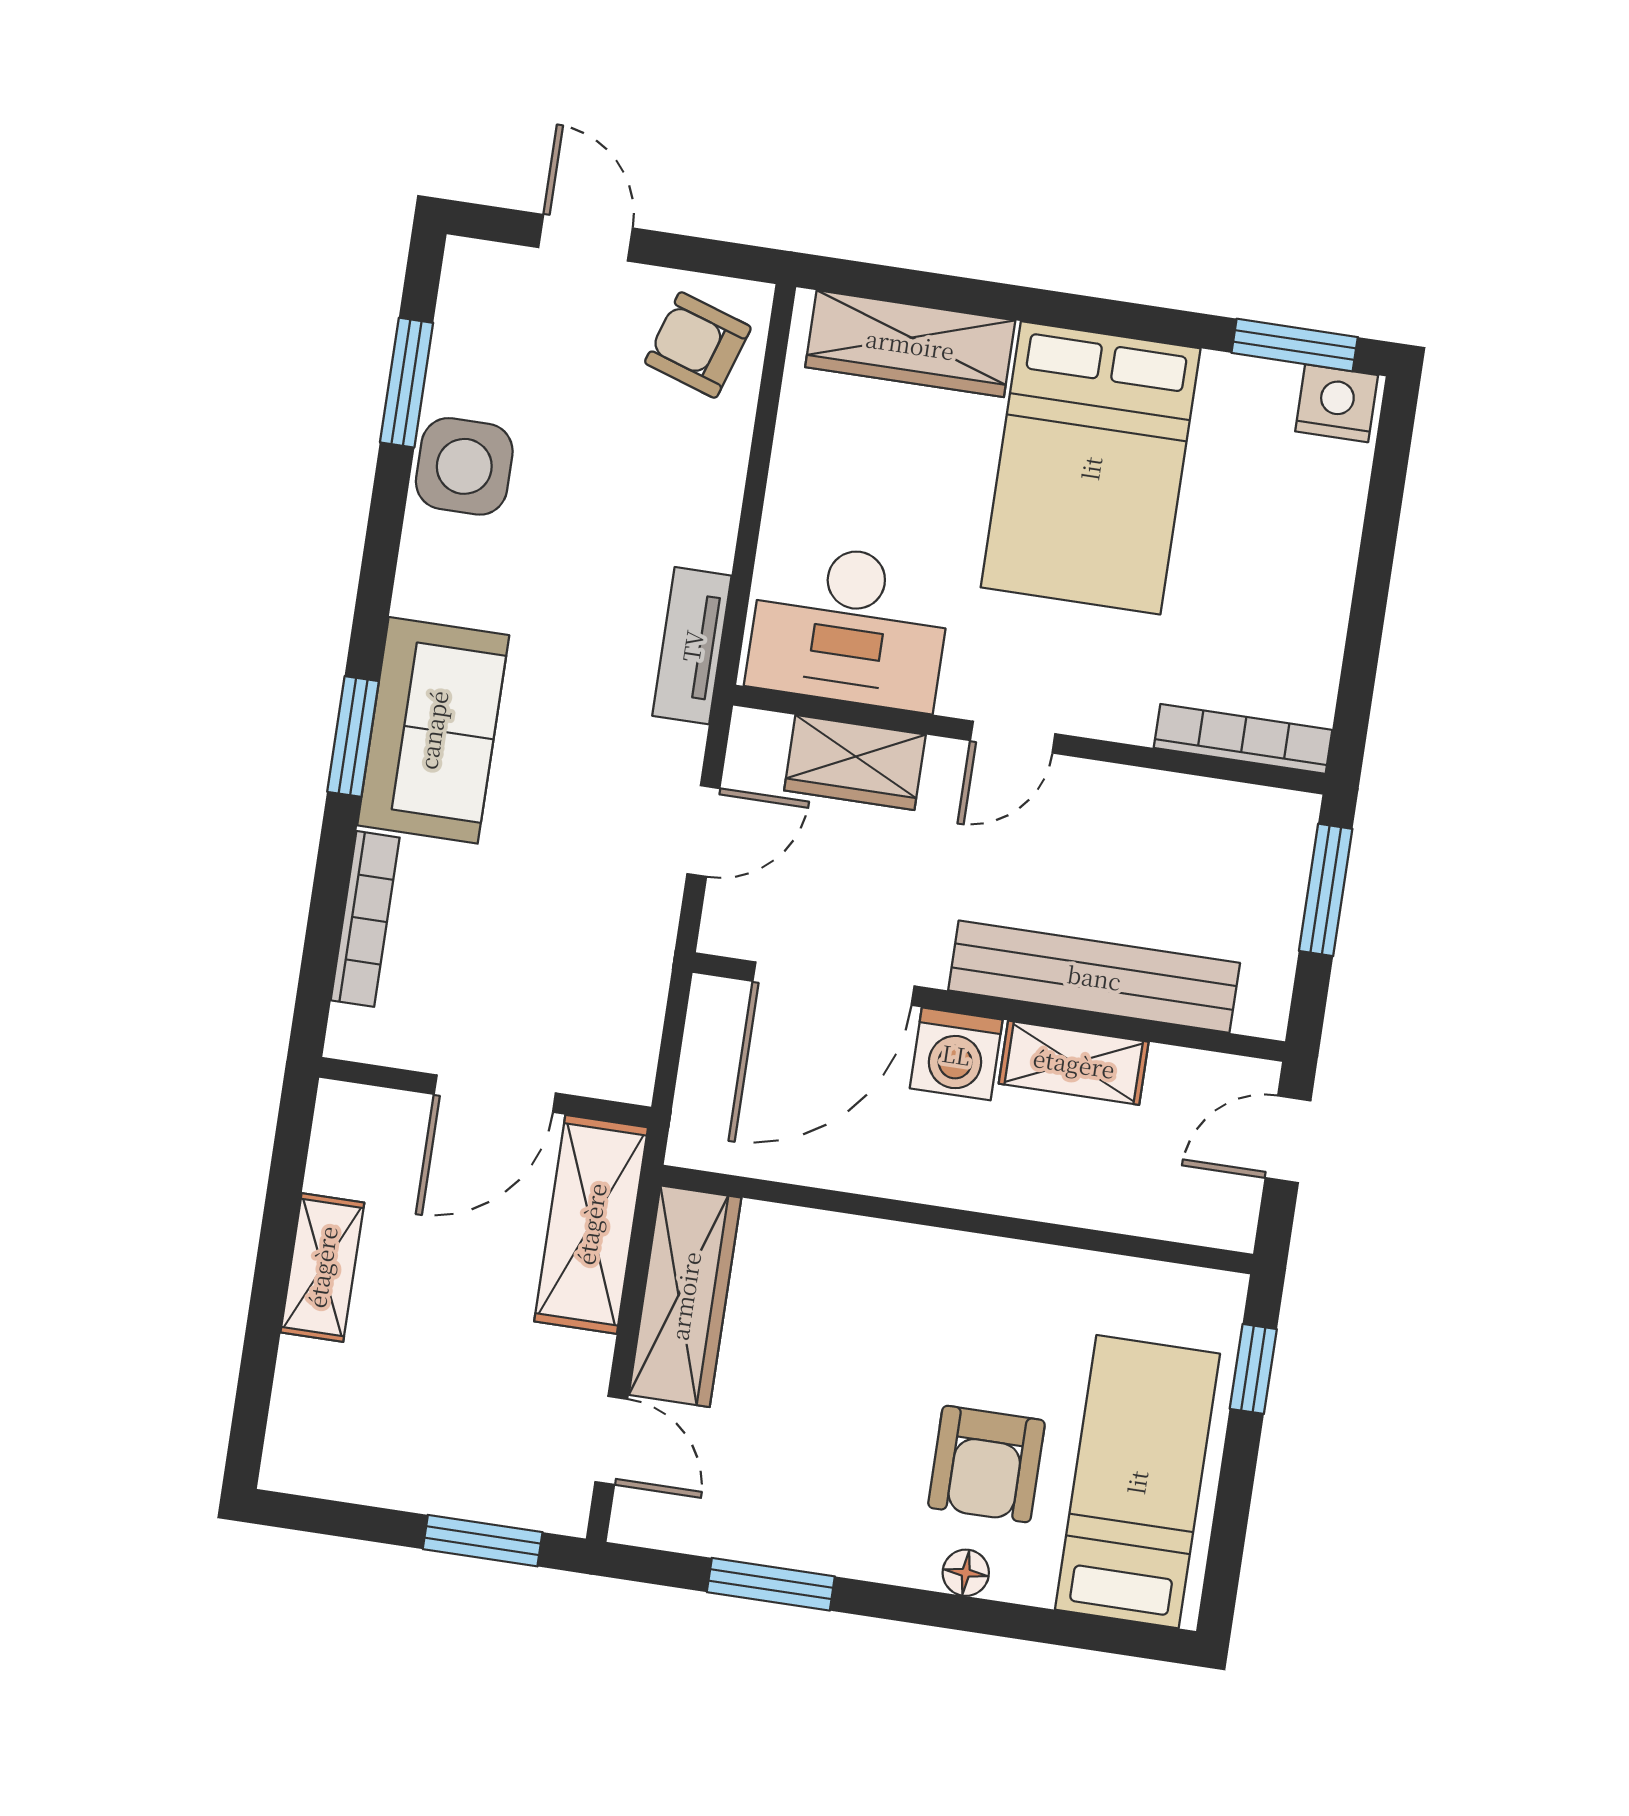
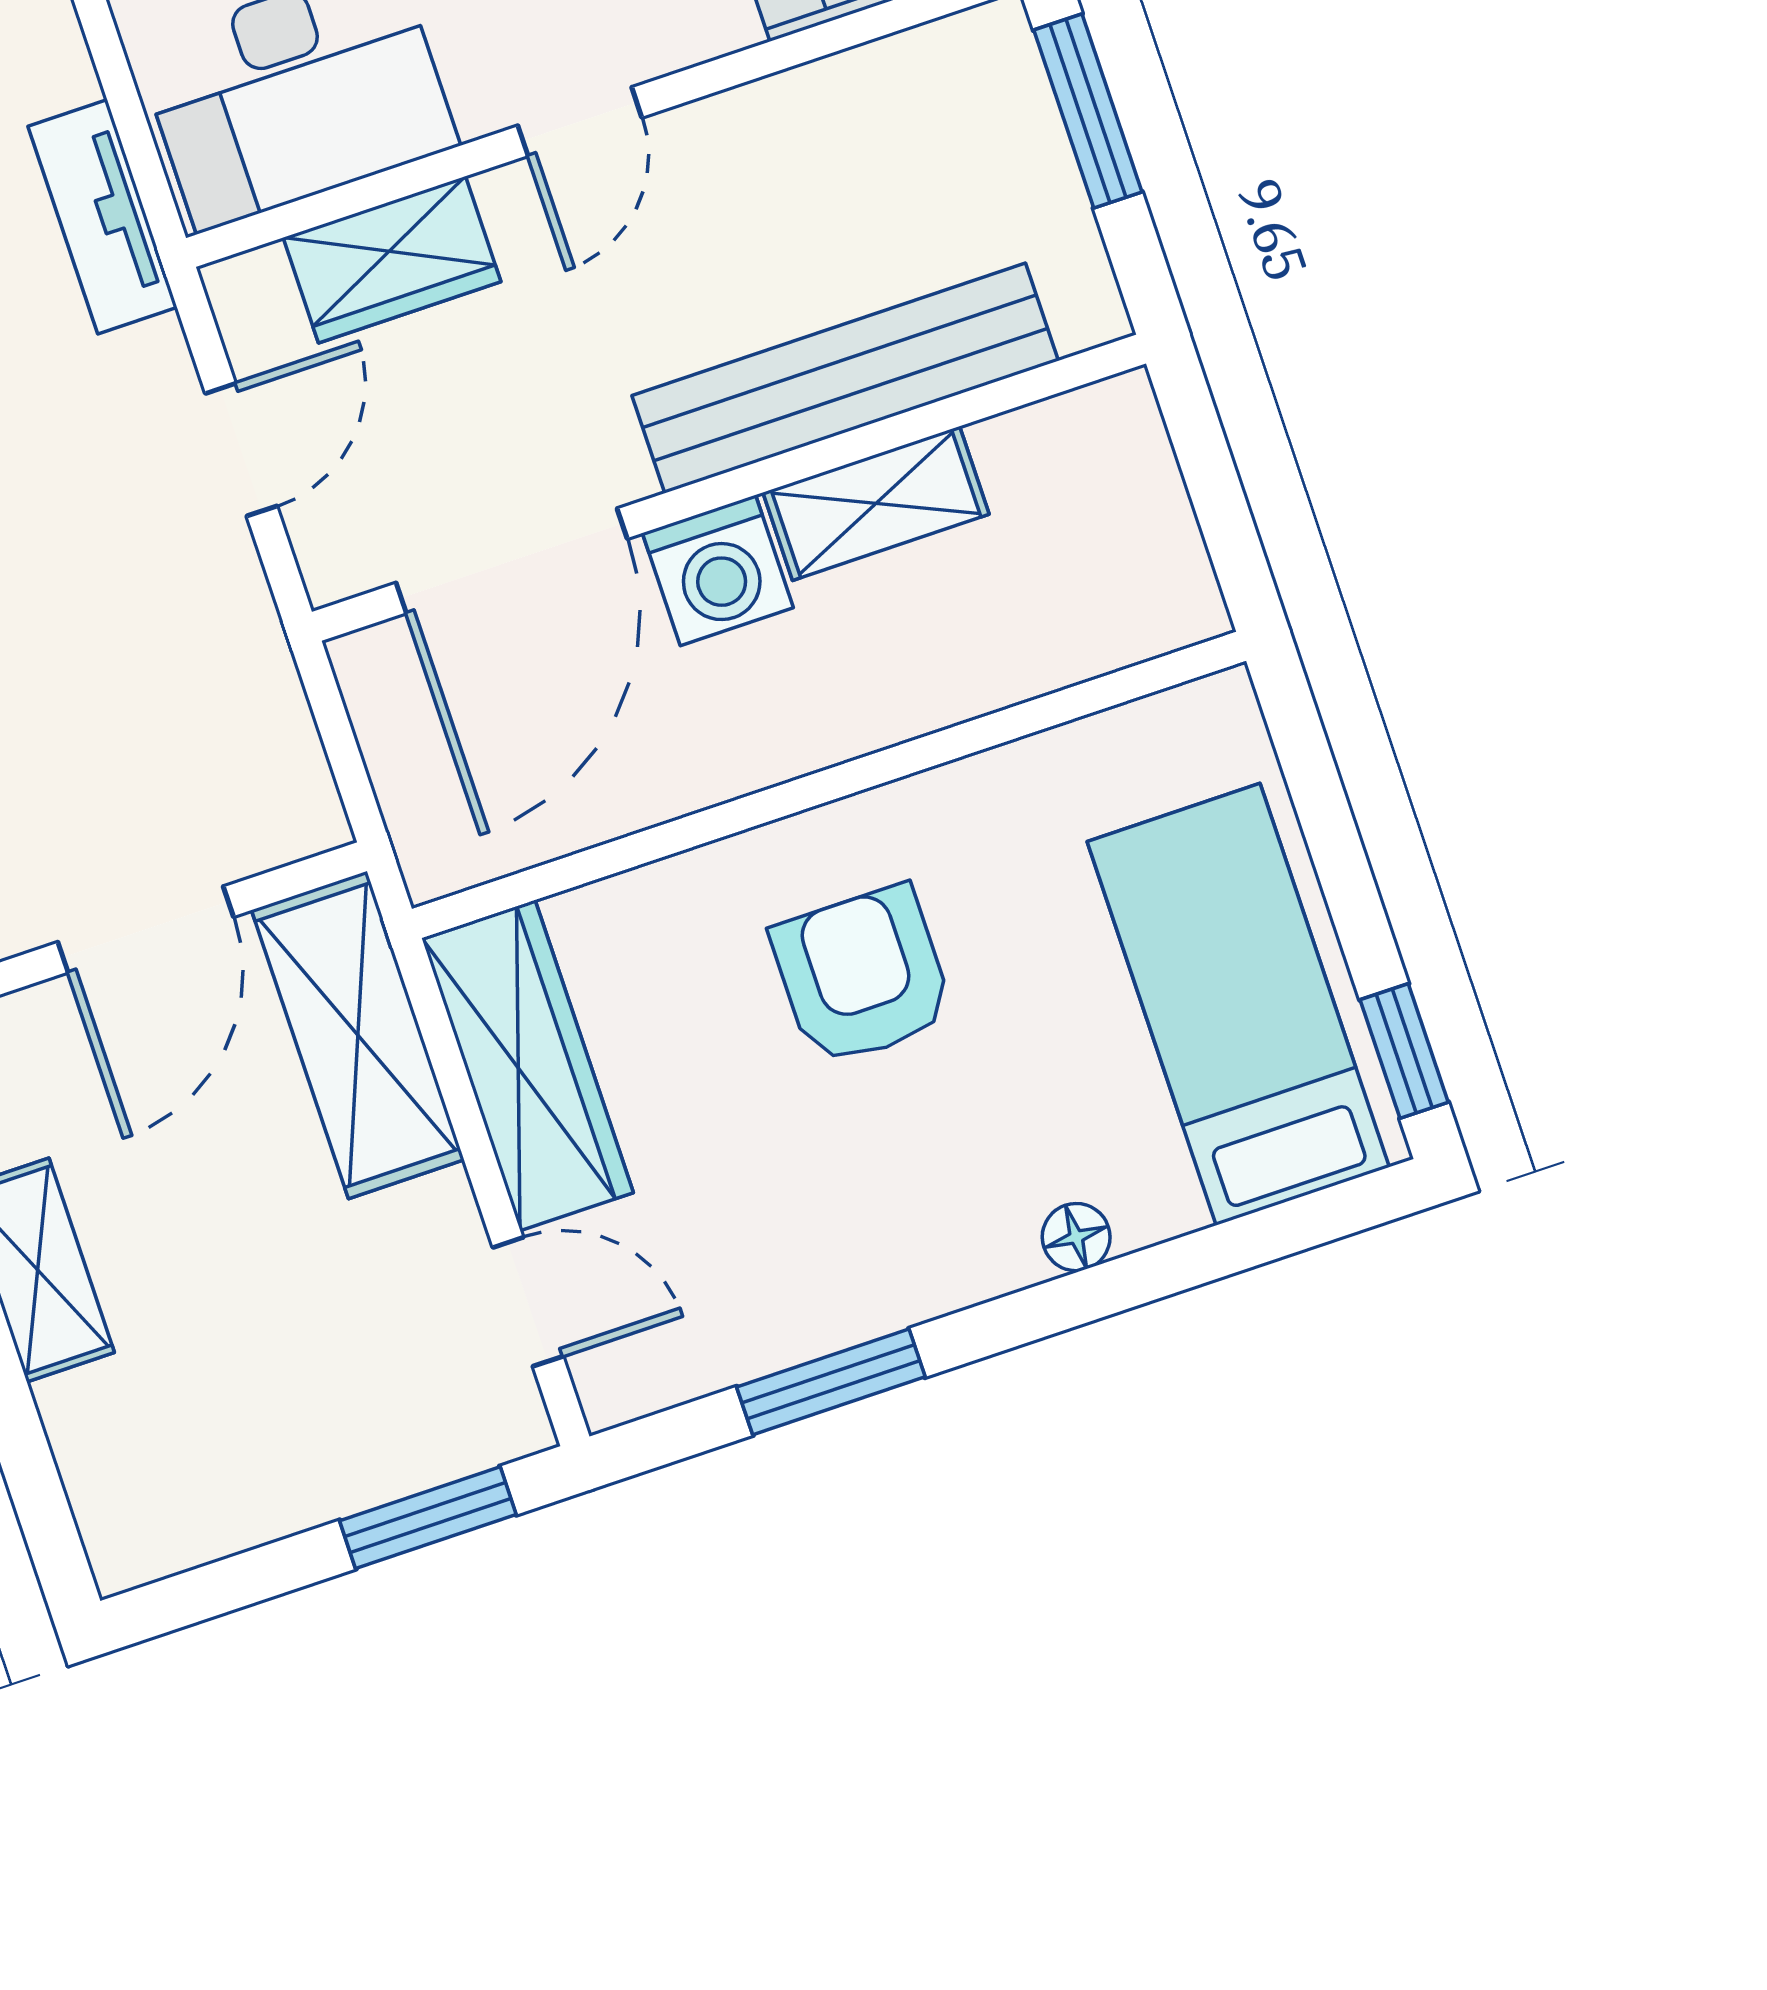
door: (1288, 1139) -> (1205, 460), removed
window: (1253, 1369) -> (1404, 1051), moved
armchair: (986, 1464) -> (862, 976), moved, turned 180

